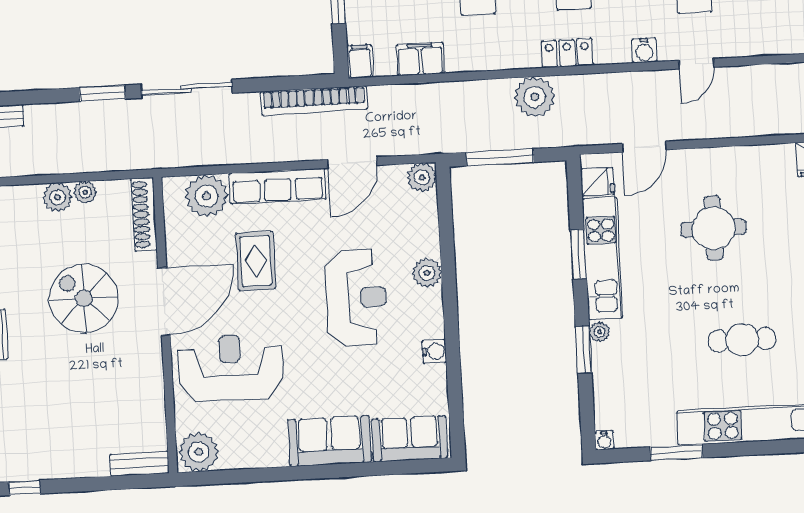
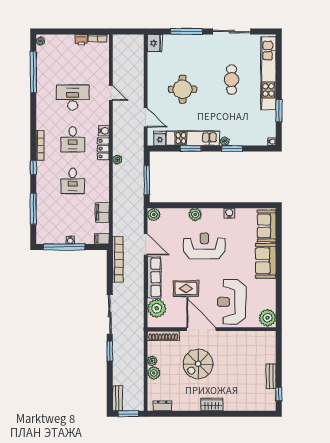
water cooler: (644, 50) -> (104, 131), moved
plant: (535, 97) -> (117, 160), width x0.53, depth x0.53
bench: (140, 464) -> (271, 376), moved

